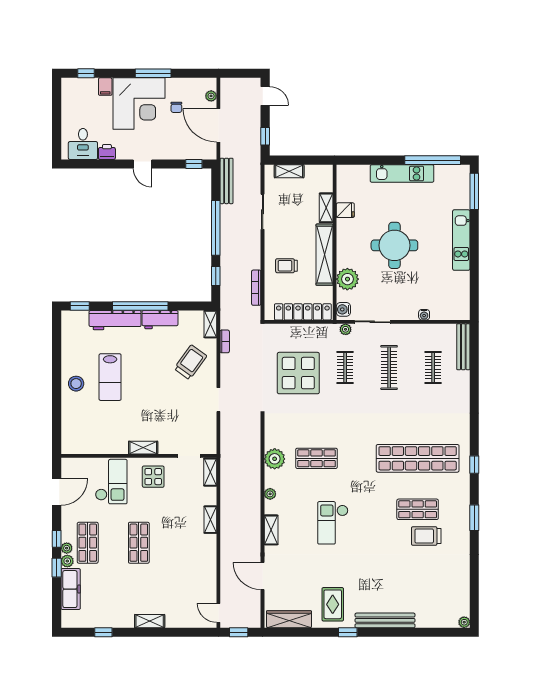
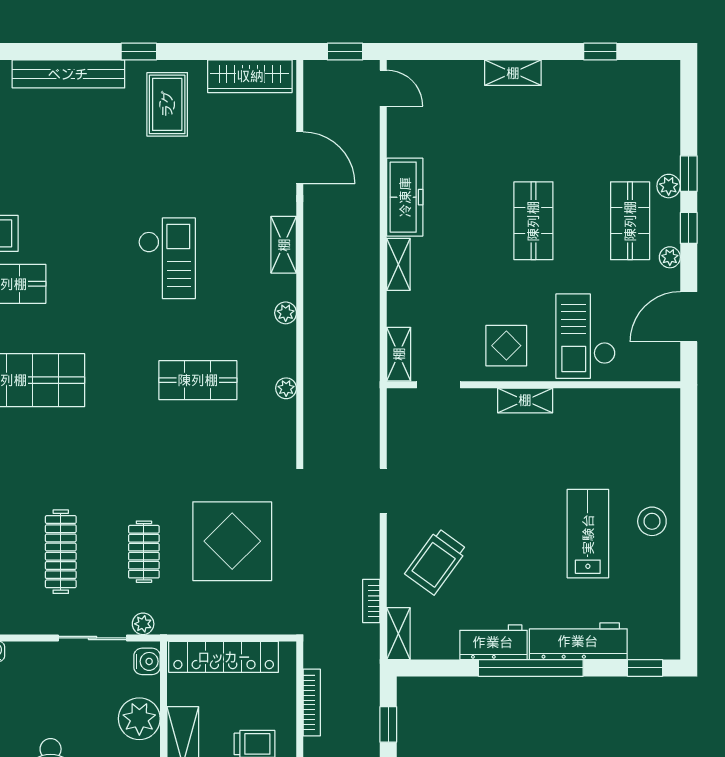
plant: (275, 459) -> (286, 388), width x0.53, depth x0.53
plant: (67, 548) -> (670, 257), moved
freezer: (71, 589) -> (405, 197), moved, turned 180

